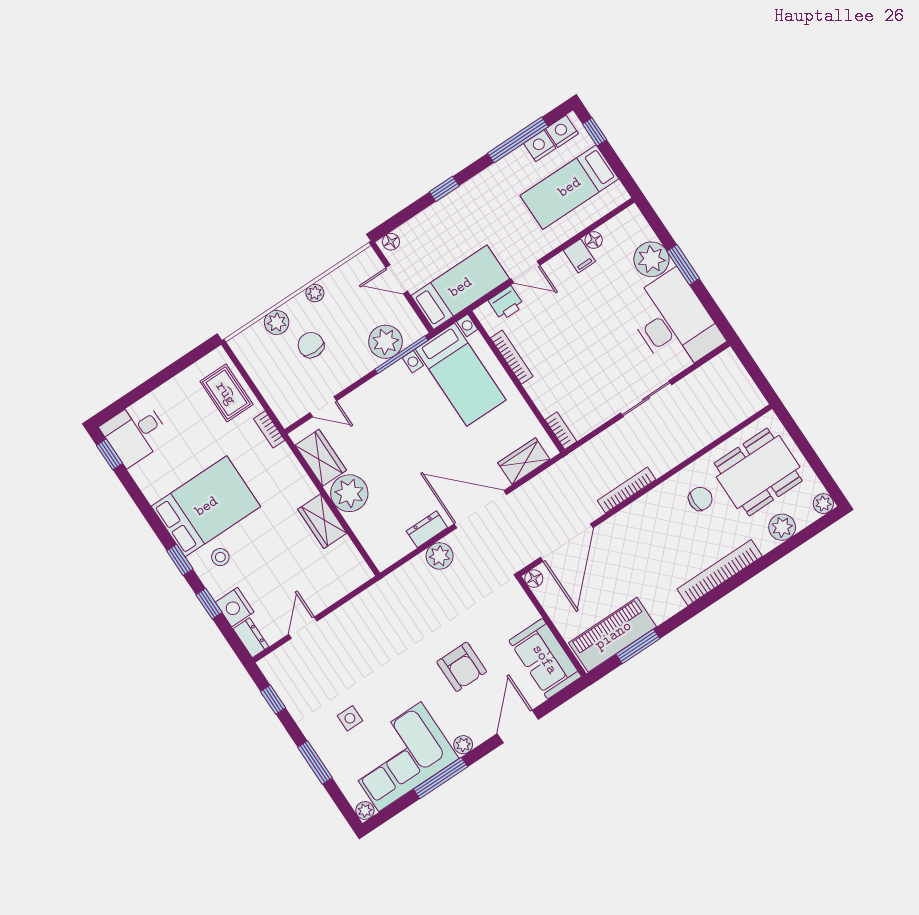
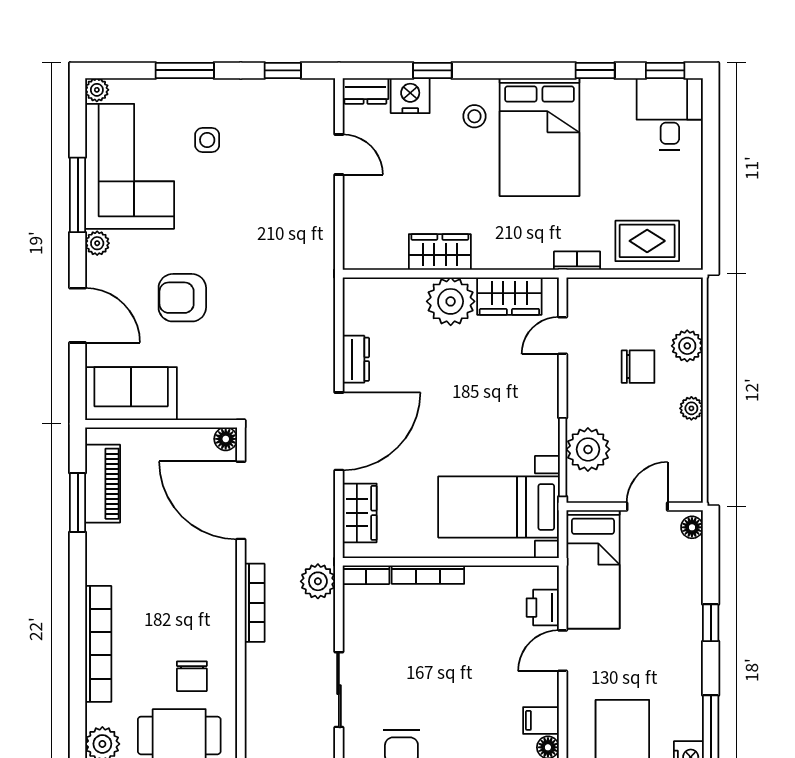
bookcase: (512, 357) -> (428, 575), moved
plant: (440, 556) -> (318, 581), moved
window: (180, 560) -> (595, 70), moved
piano: (613, 635) -> (103, 484), width x0.73, depth x0.75

